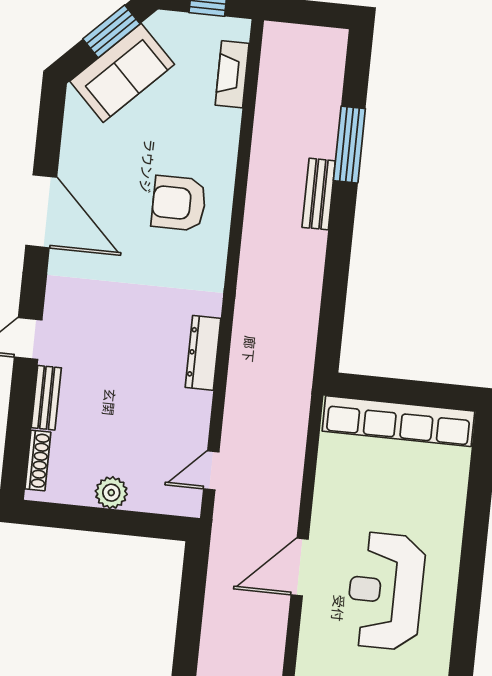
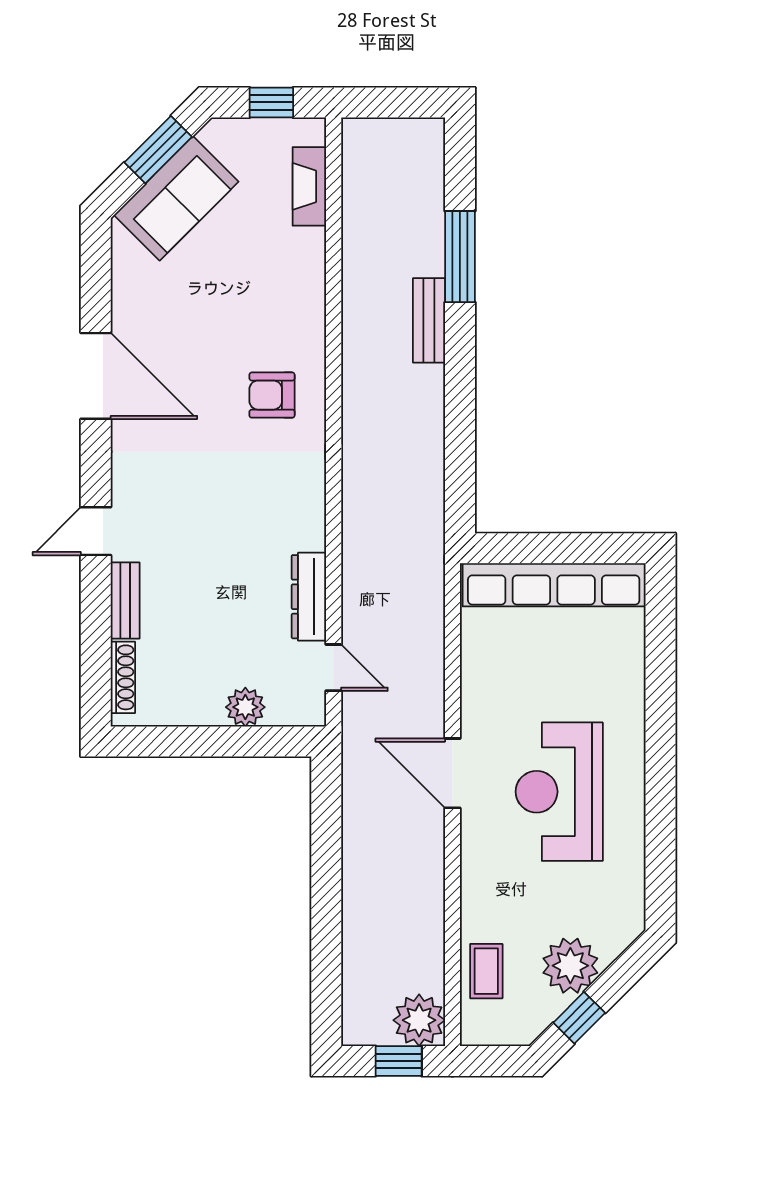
armchair: (179, 203) -> (272, 395), moved, width x0.72, depth x0.72
dresser: (203, 353) -> (309, 597), moved
door: (211, 470) -> (334, 668), swing flipped
plant: (111, 493) -> (245, 707), moved
door: (300, 567) -> (452, 773), hinge flipped

